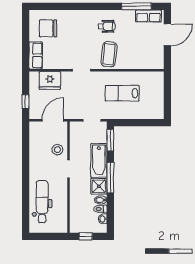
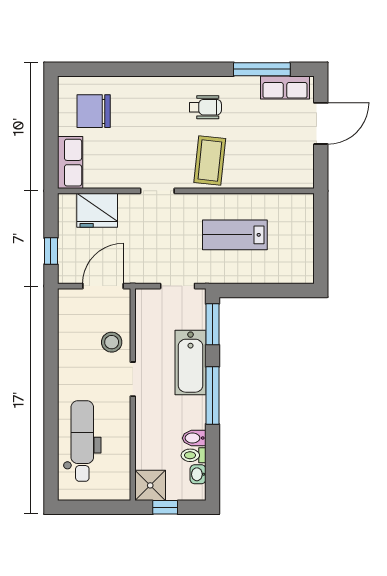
shower: (99, 186) -> (150, 485), moved

